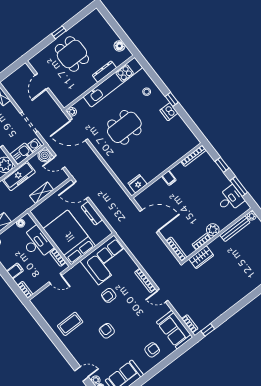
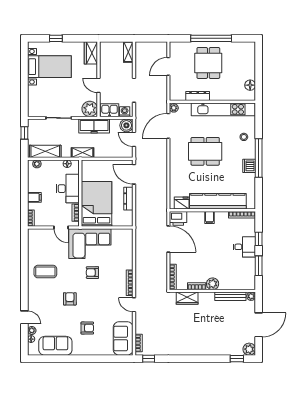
window: (59, 32) -> (211, 38), width x3.17
dresser: (104, 72) -> (198, 96), moved
window: (172, 99) -> (259, 158), width x3.17
door: (79, 130) -> (168, 126), hinge flipped
kitchen counter: (166, 160) -> (218, 201), added
shelving: (42, 193) -> (82, 153), moved
printer: (144, 198) -> (178, 218), added
desk: (230, 199) -> (244, 247), moved
corner sofa: (106, 260) -> (90, 244), moved
armchair: (152, 350) -> (87, 328), moved

